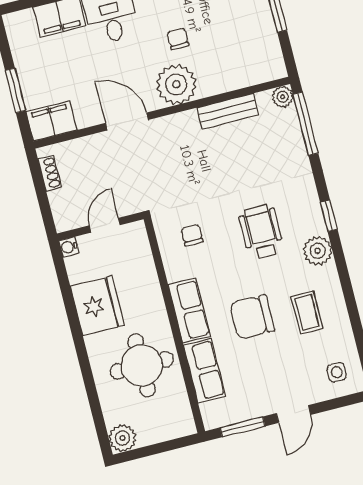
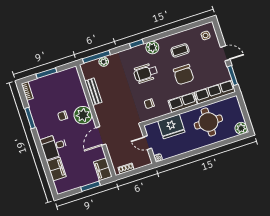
plant: (283, 97) -> (104, 62), moved
fridge: (97, 306) -> (171, 127), moved, turned 180
row of seats: (204, 371) -> (215, 92), width x1.48

